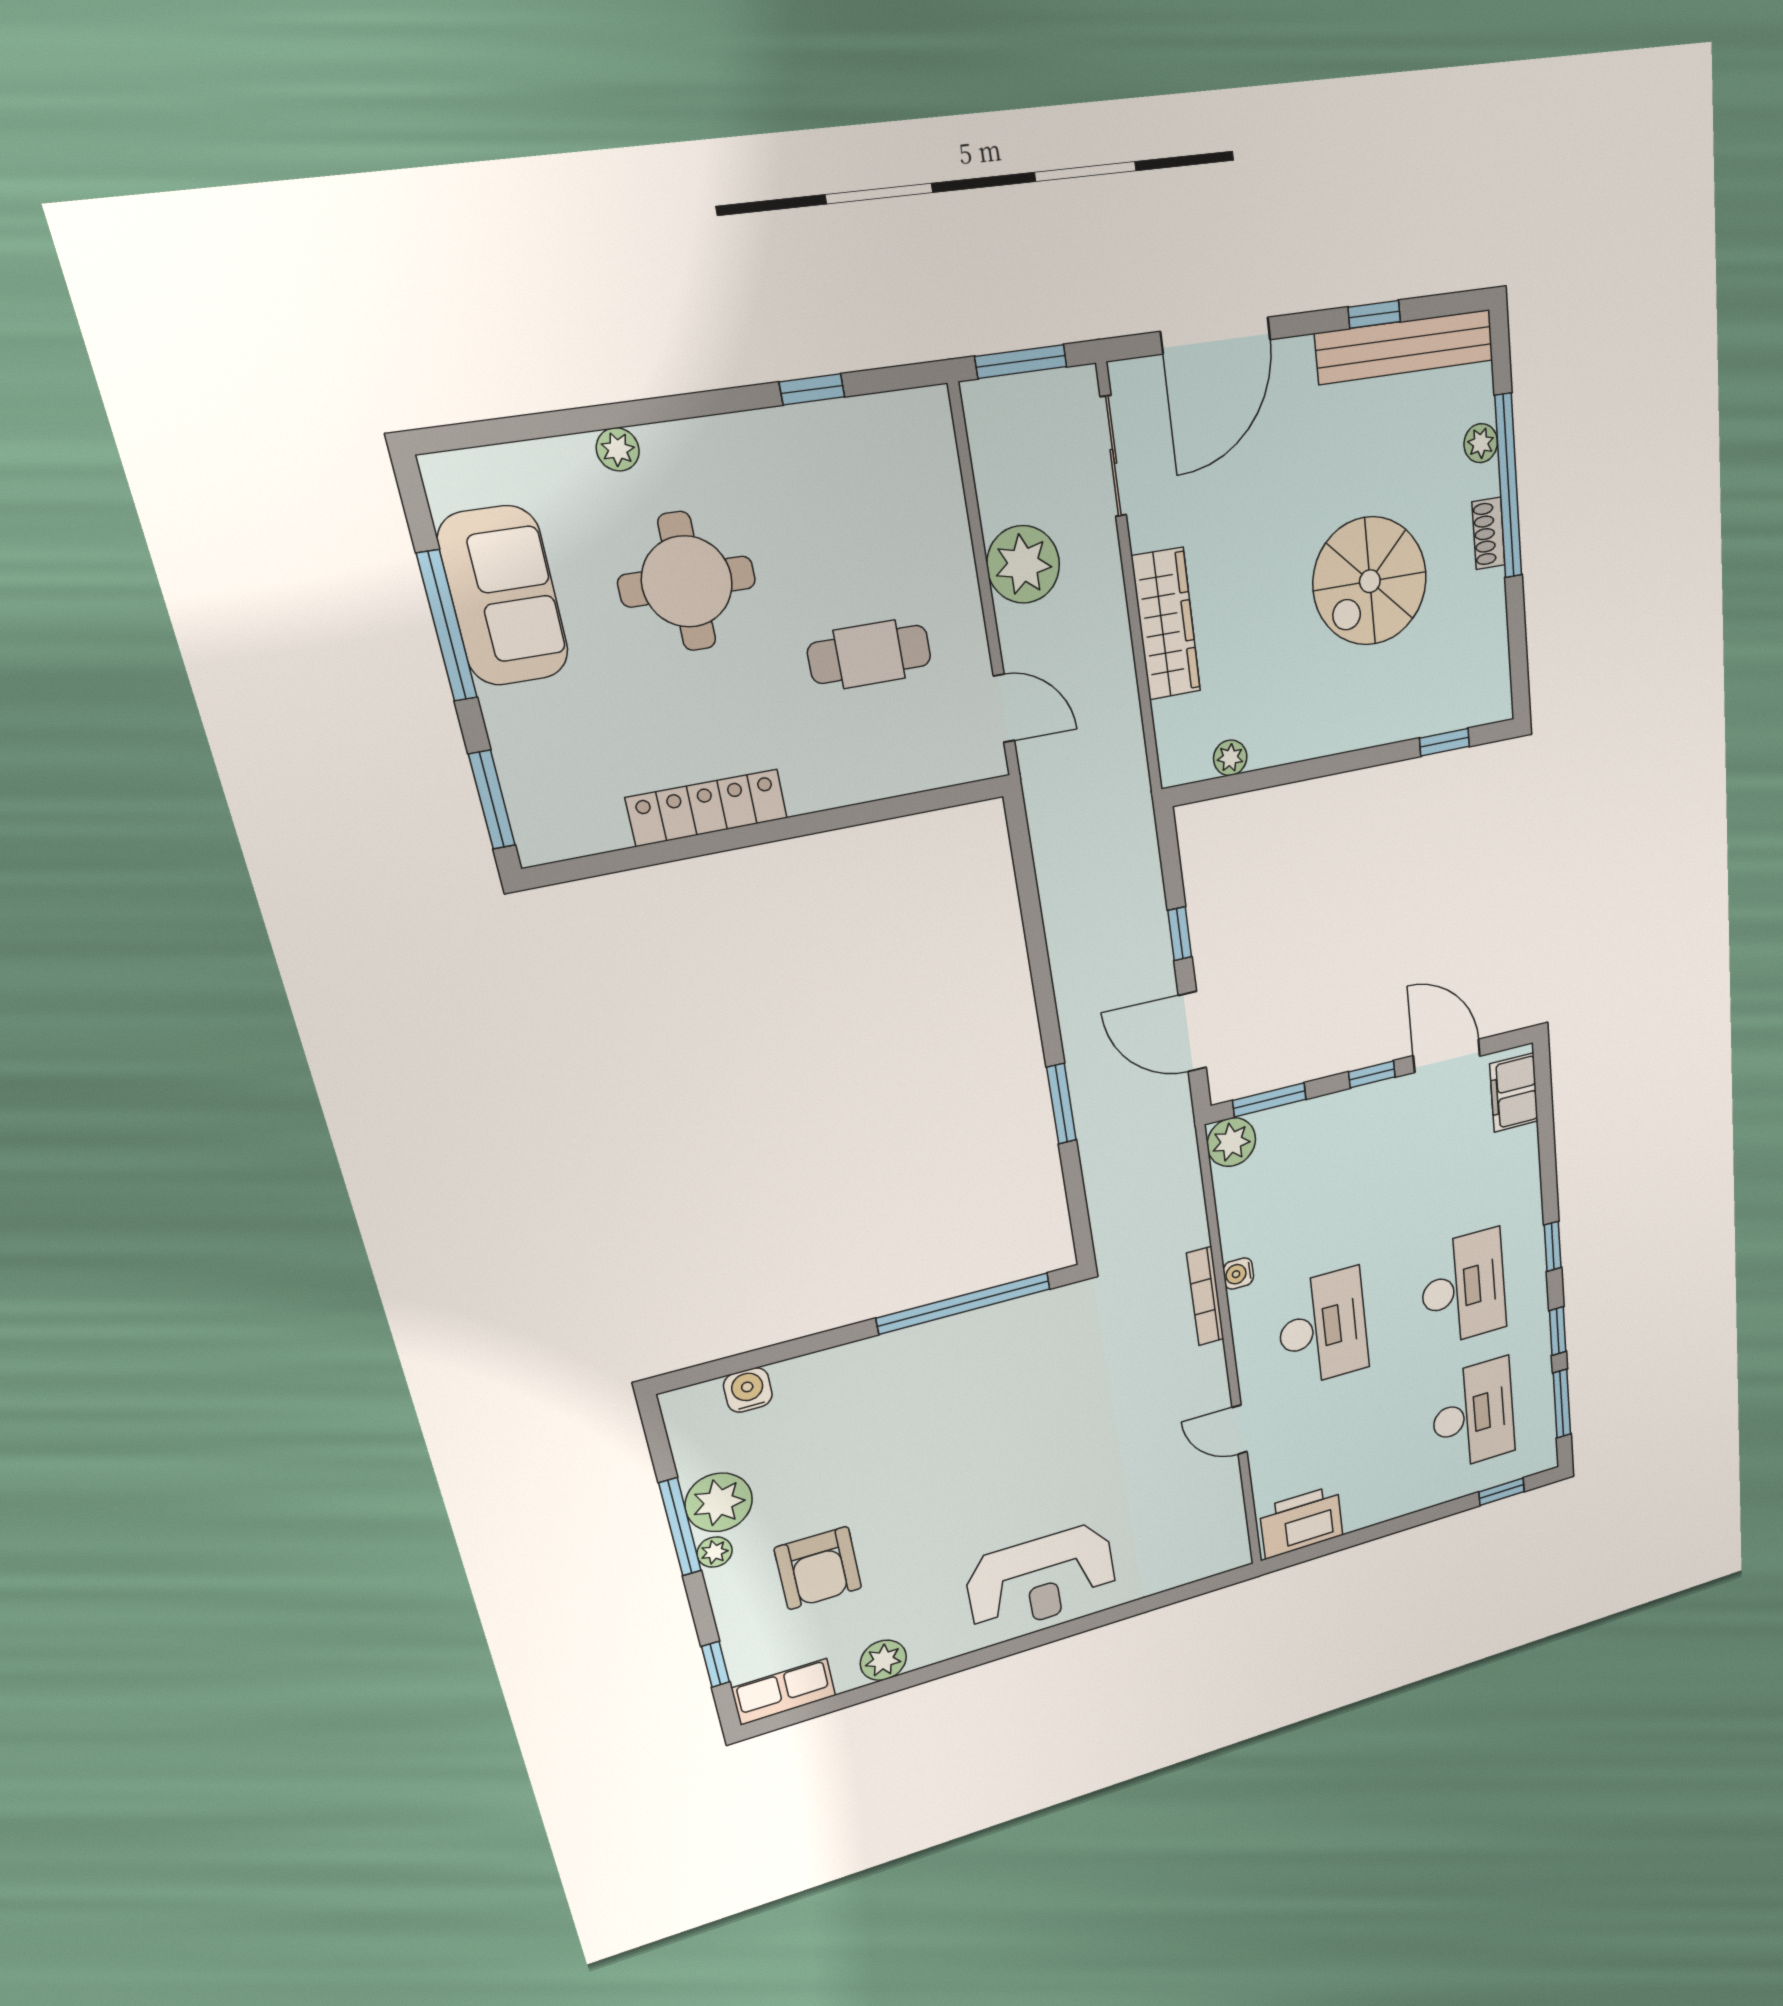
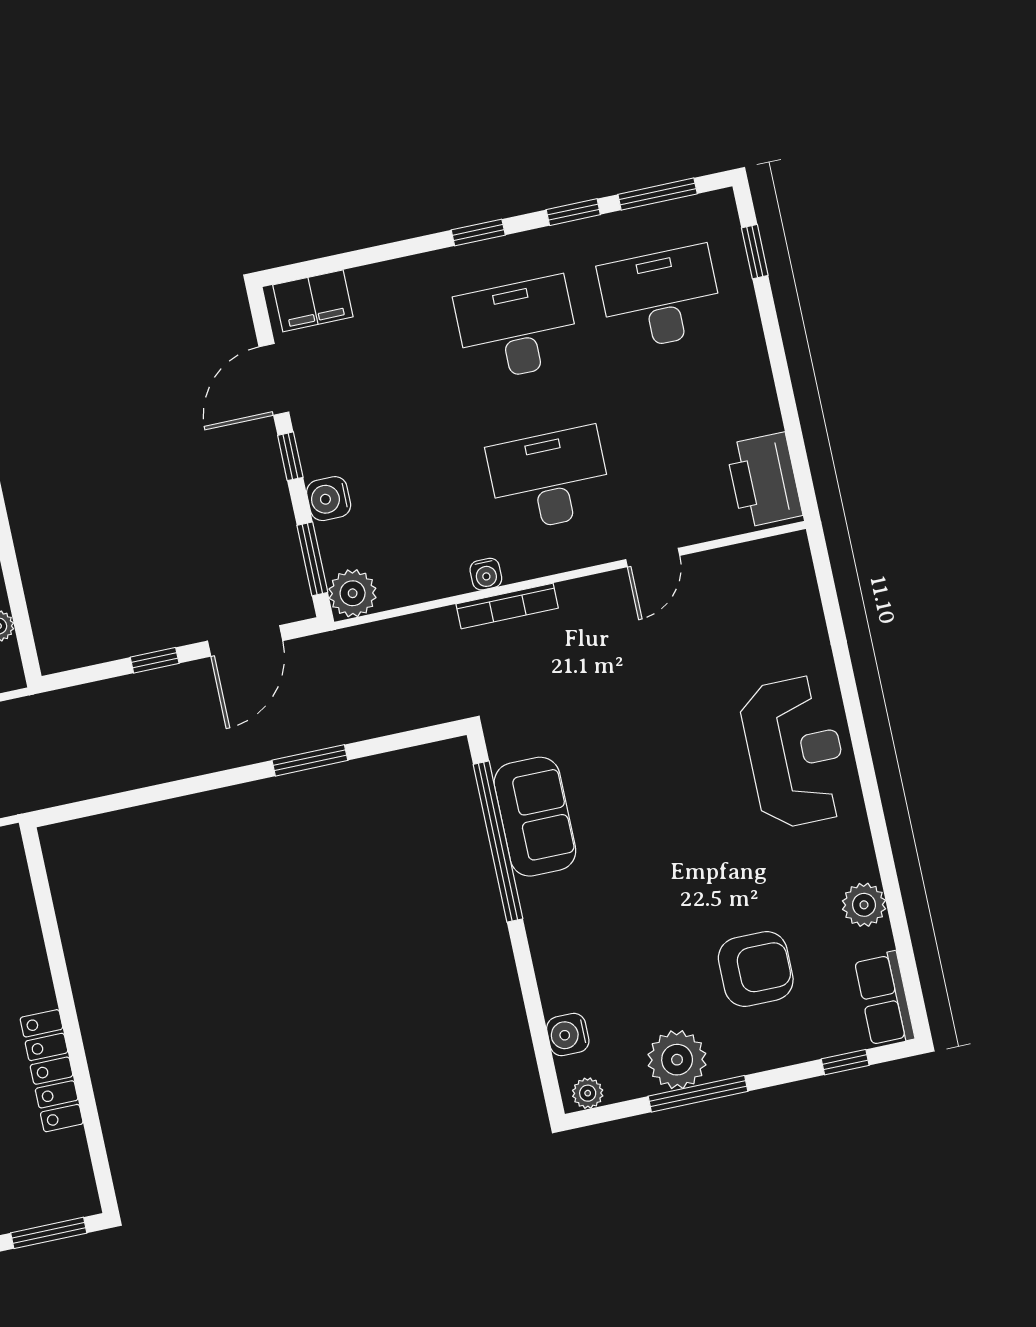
water cooler: (1327, 1114) -> (329, 499), added
sofa: (989, 1339) -> (535, 817), added
plant: (714, 1552) -> (588, 1093), moved

